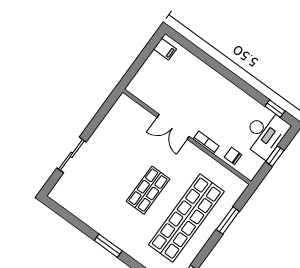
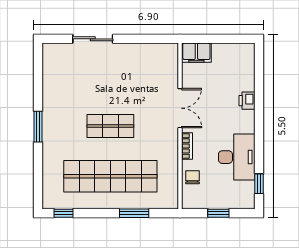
filing cabinet: (165, 49) -> (196, 53), moved, width x2.00
printer: (205, 72) -> (247, 101), added
double door: (173, 127) -> (180, 108), swing flipped
desk: (265, 133) -> (237, 157), moved, turned -90

